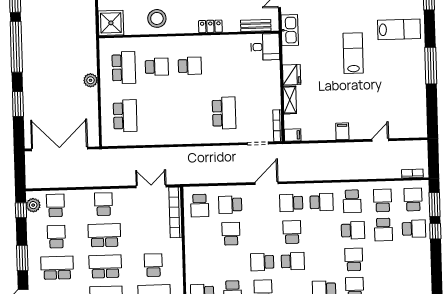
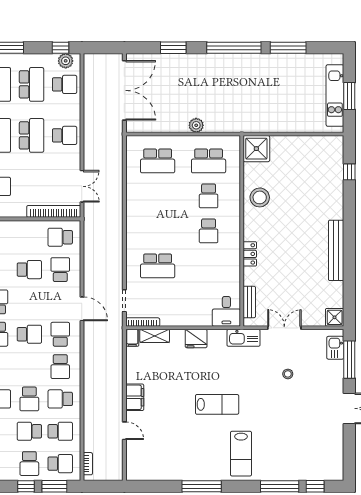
shelving: (290, 100) -> (155, 336), moved
filing cabinet: (342, 131) -> (135, 397), width x2.00
school desk: (56, 237) -> (32, 84), width x1.85

